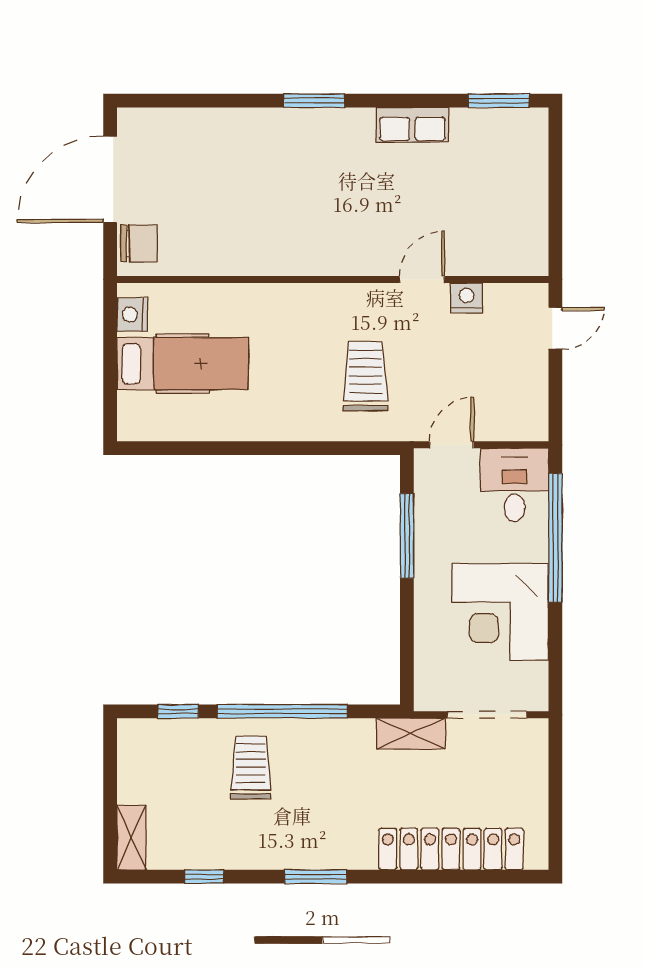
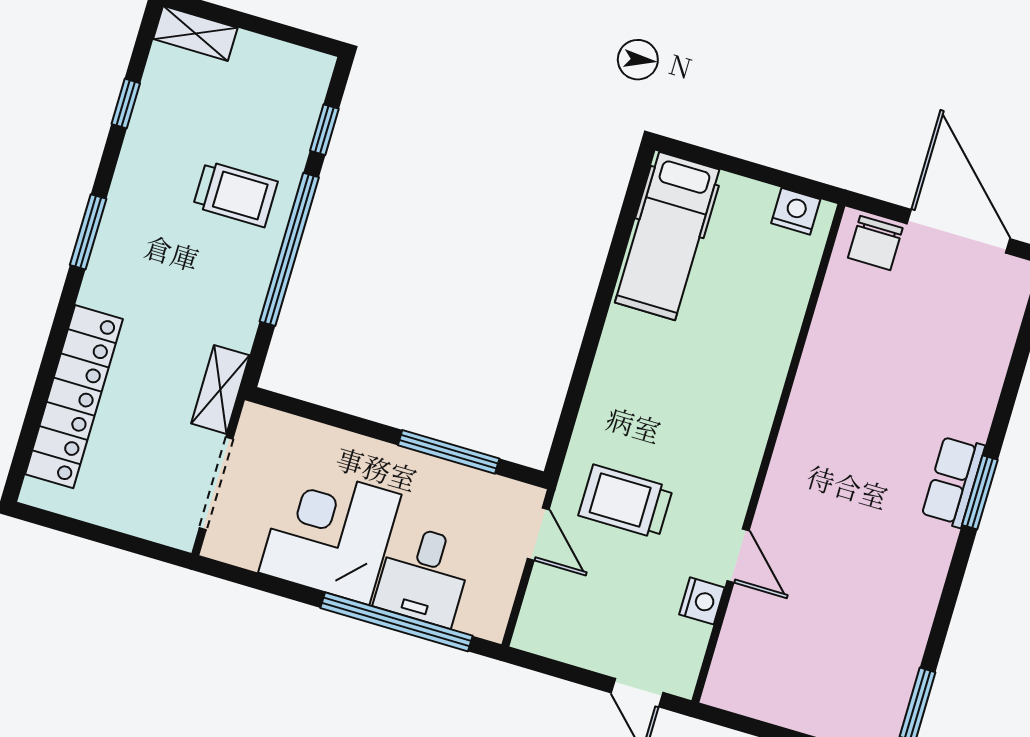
row of seats: (412, 125) -> (953, 481), moved
hospital bed: (183, 364) -> (667, 236), moved
trolley: (365, 376) -> (626, 502), moved, turned 180
desk: (515, 485) -> (424, 575), moved, turned 90

